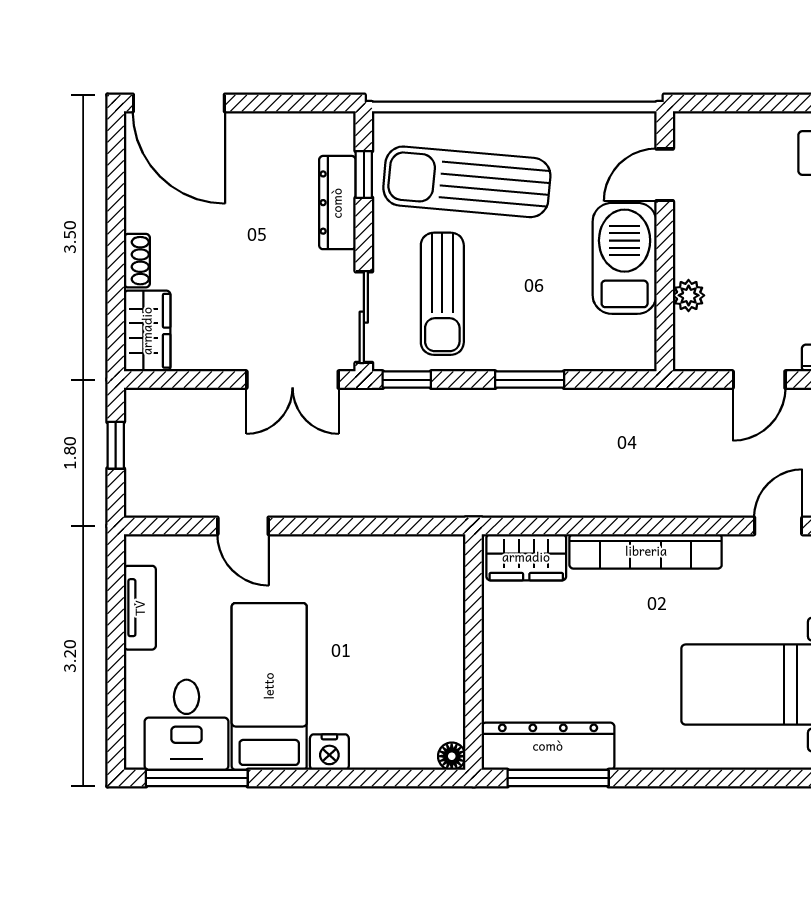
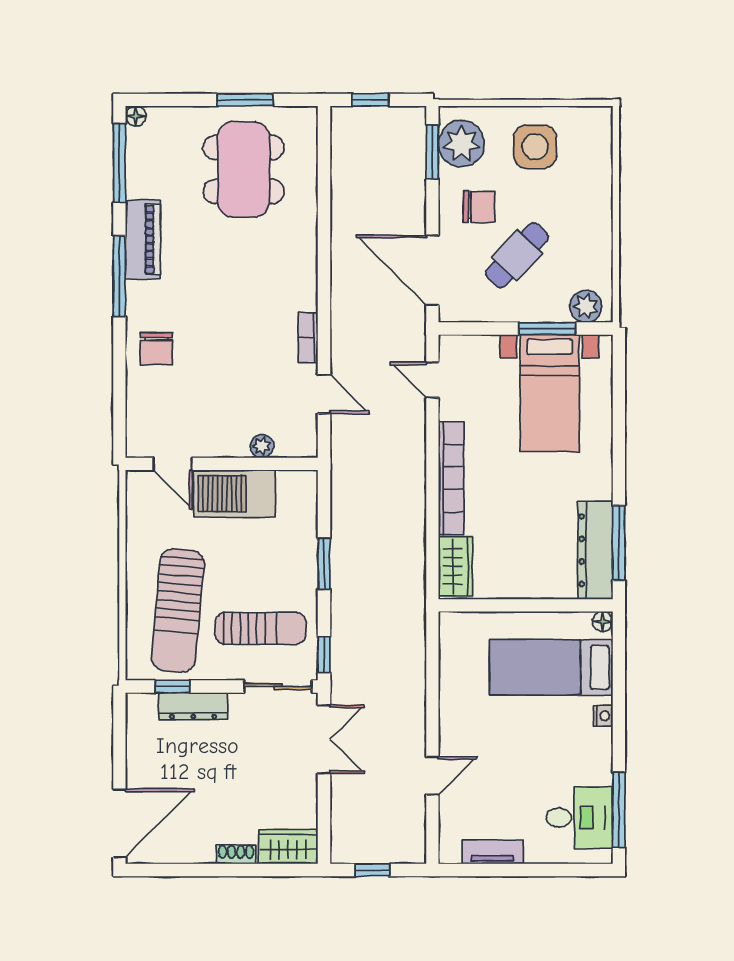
bed: (269, 686) -> (551, 667), moved
nightstand: (329, 752) -> (603, 716), width x0.72, depth x0.74

